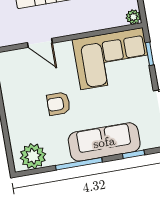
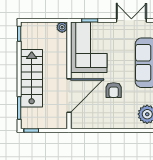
door: (40, 43) -> (69, 96), width x1.88

